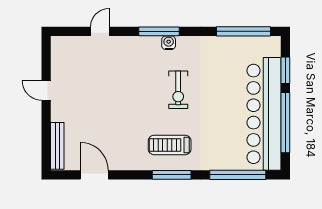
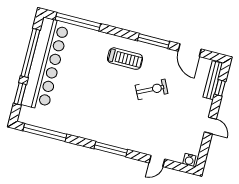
water cooler: (169, 43) -> (189, 160), moved
exercise bike: (178, 90) -> (152, 89), moved, turned 64
window: (46, 139) -> (220, 88), added
window: (172, 175) -> (153, 41), moved

